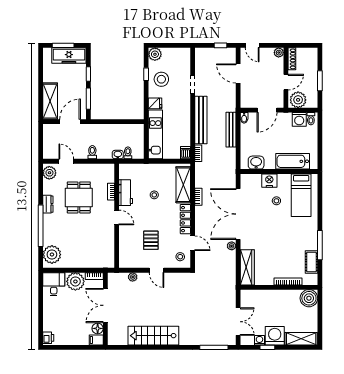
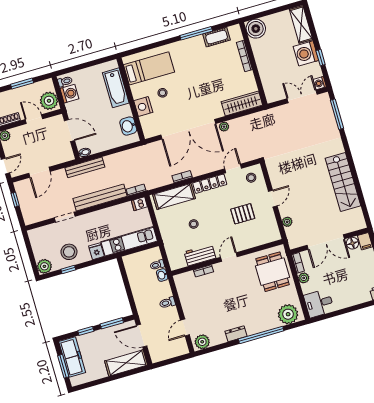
bench: (231, 130) -> (85, 167), moved
dining table: (79, 197) -> (273, 272), moved, turned 90
plant: (75, 281) -> (304, 278), width x0.53, depth x0.53
washing machine: (259, 340) -> (320, 83), moved

